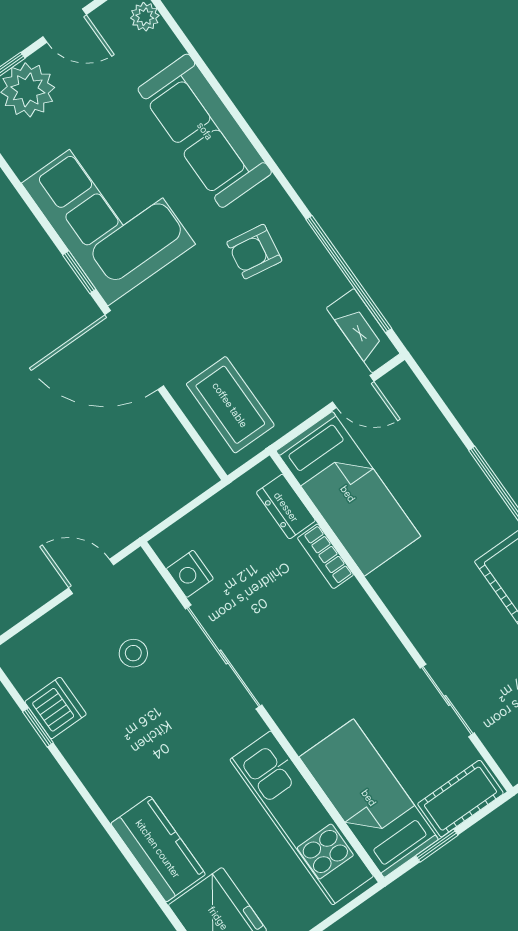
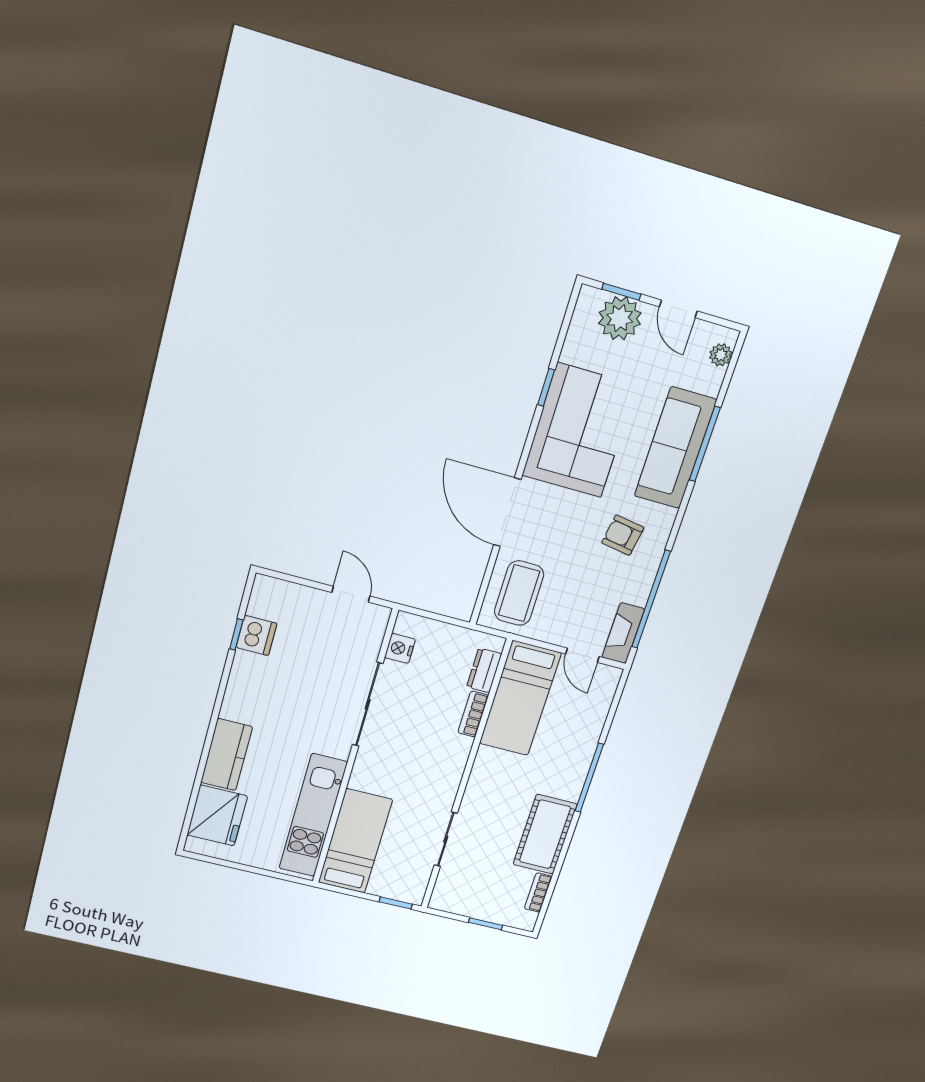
window: (225, 98) -> (705, 444), added
window: (79, 272) -> (546, 387), moved
stool: (133, 653) -> (326, 653), removed
cot: (460, 799) -> (397, 887), removed
window: (437, 845) -> (396, 903), moved

